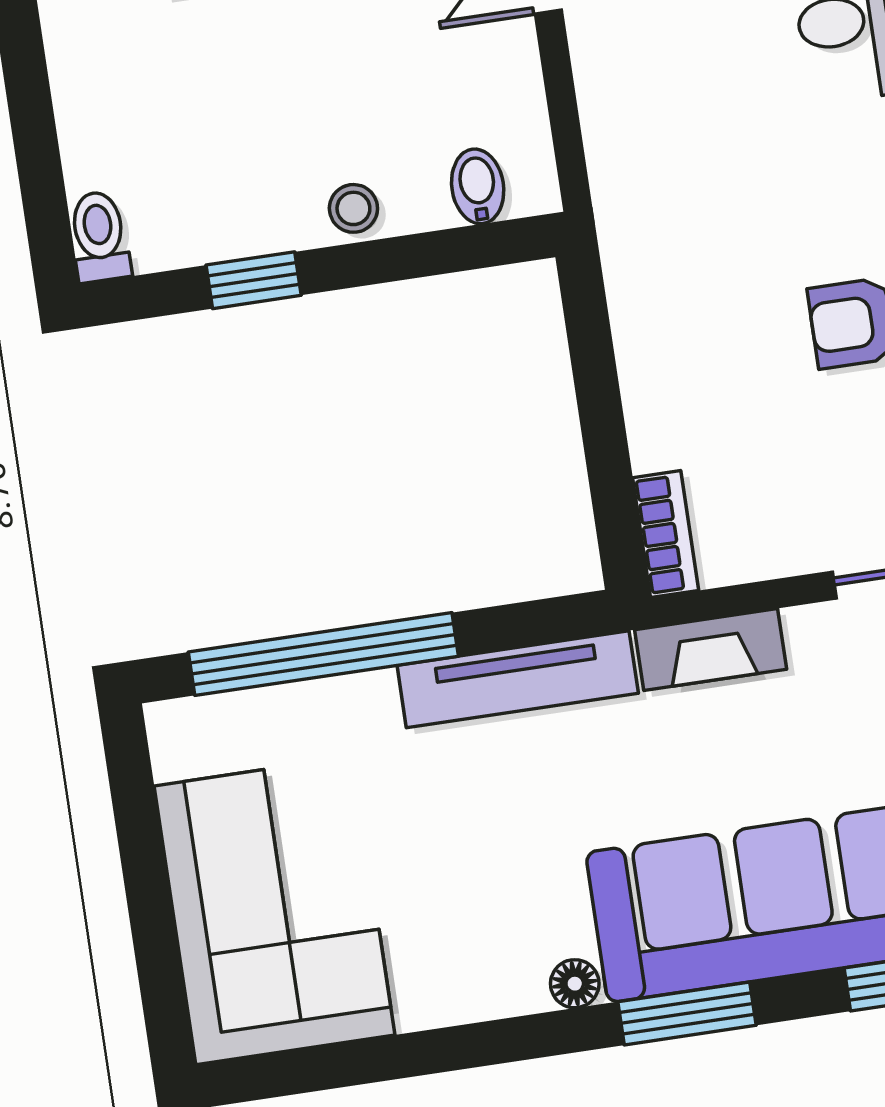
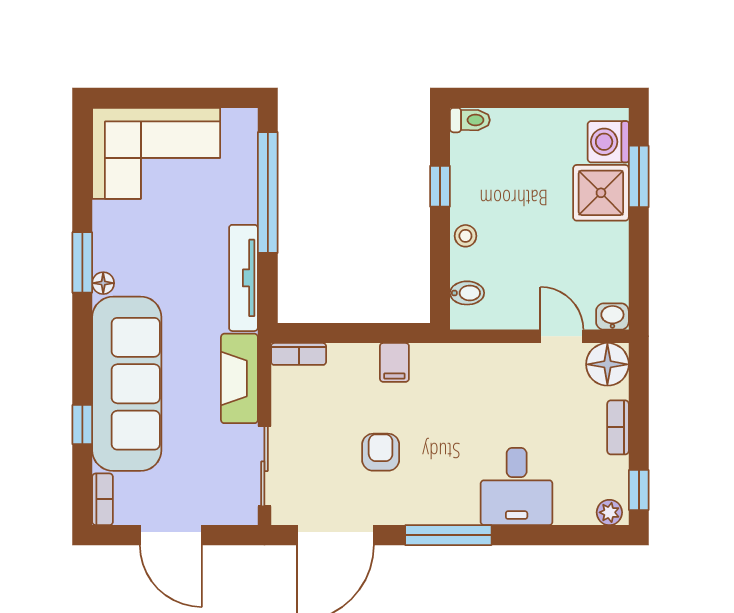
filing cabinet: (653, 322) -> (394, 362), added
fireplace: (711, 650) -> (239, 378), width x1.37, depth x1.32
window: (687, 1014) -> (82, 262), moved

